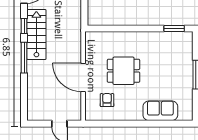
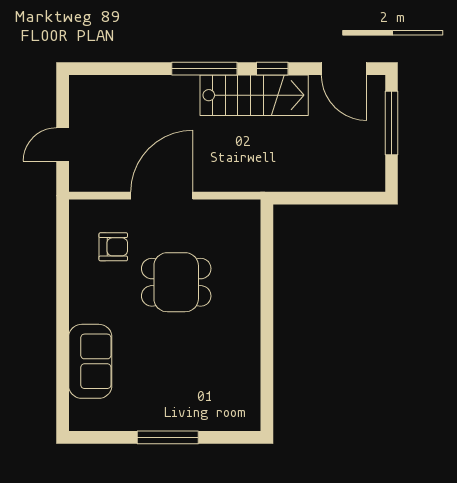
window: (174, 29) -> (267, 391), removed
dining table: (124, 71) -> (176, 282), turned 90

